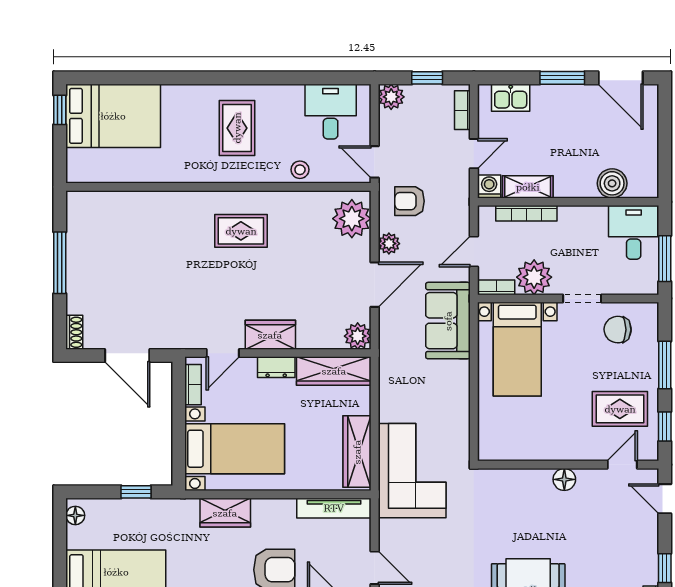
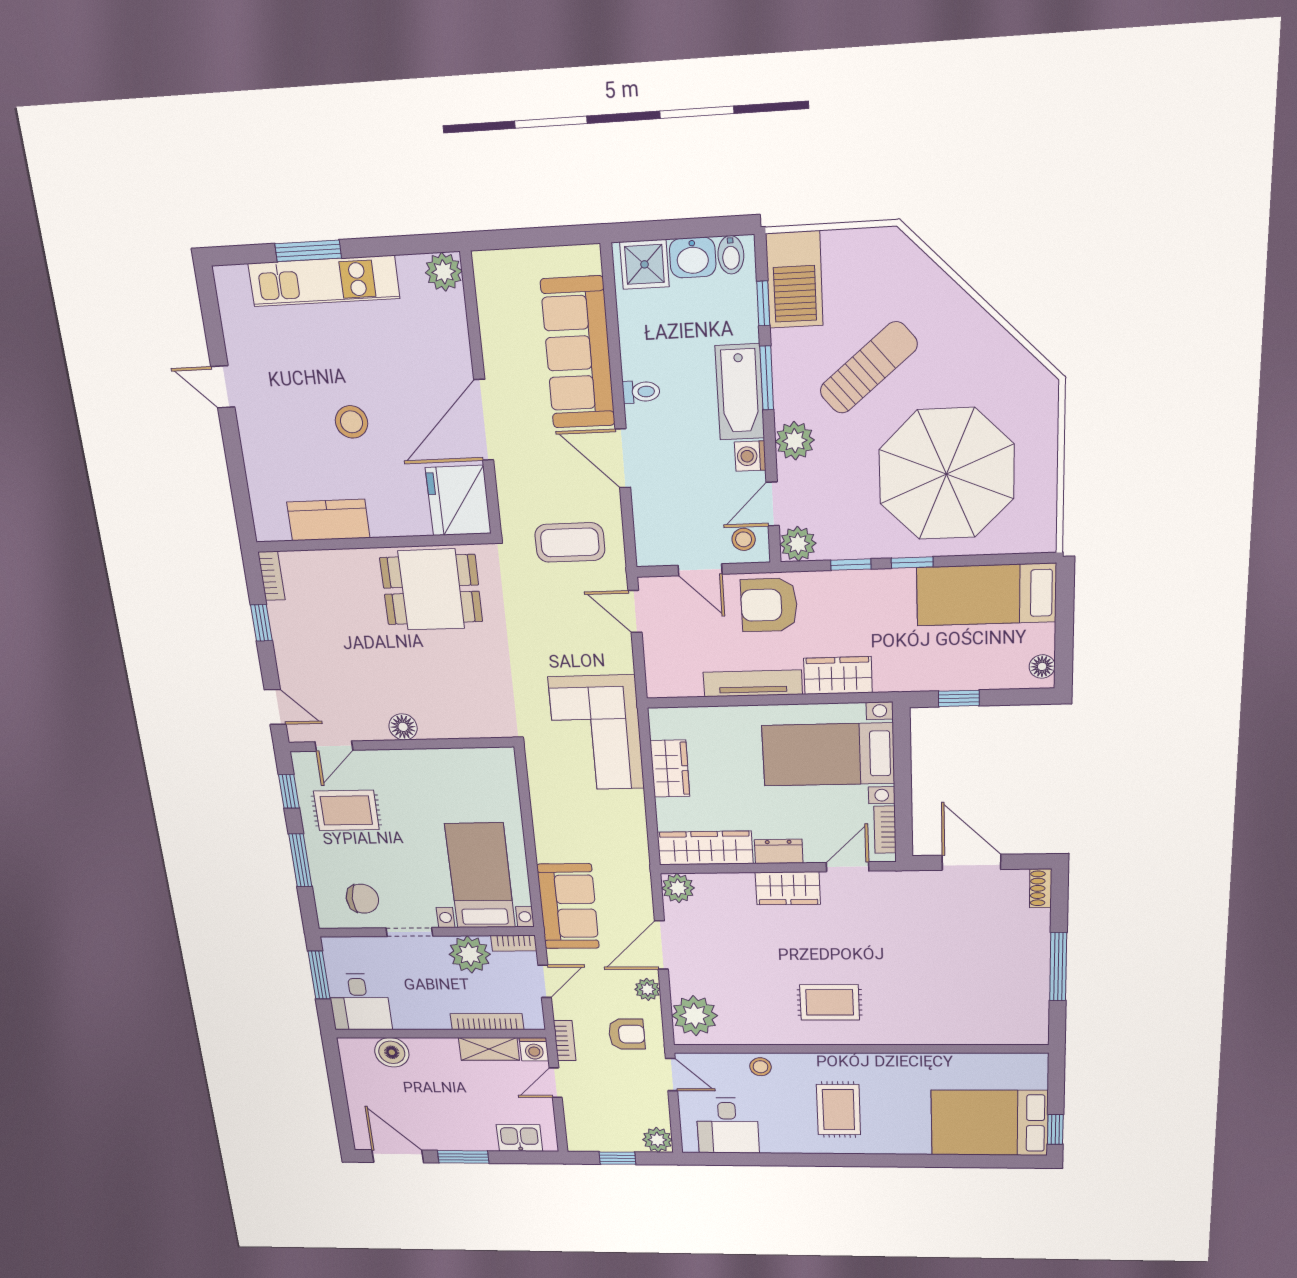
bookcase: (462, 110) -> (565, 1041), moved
wardrobe: (357, 452) -> (670, 769), width x0.67
tv unit: (334, 508) -> (753, 683), moved

